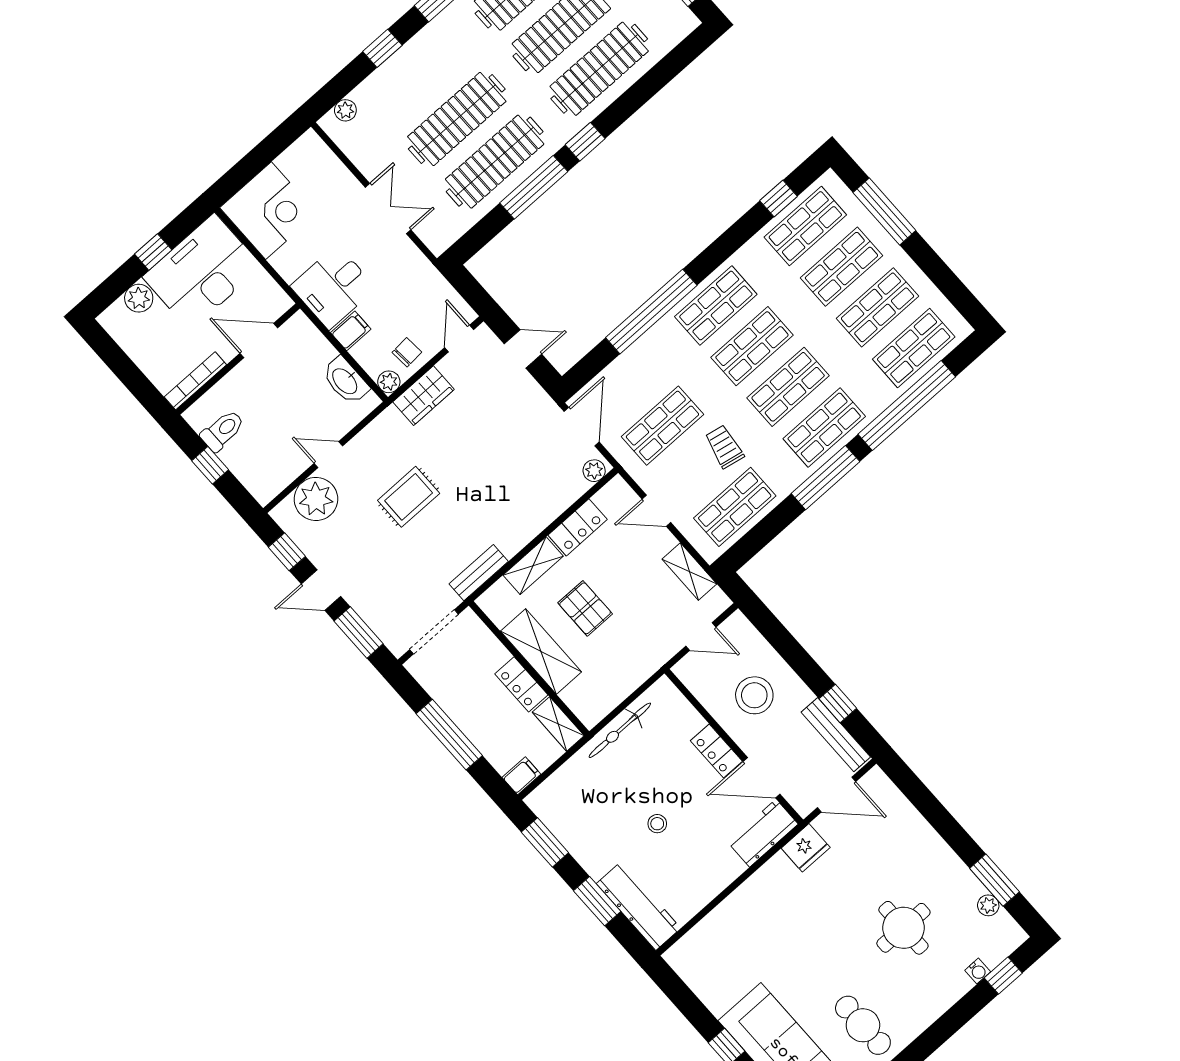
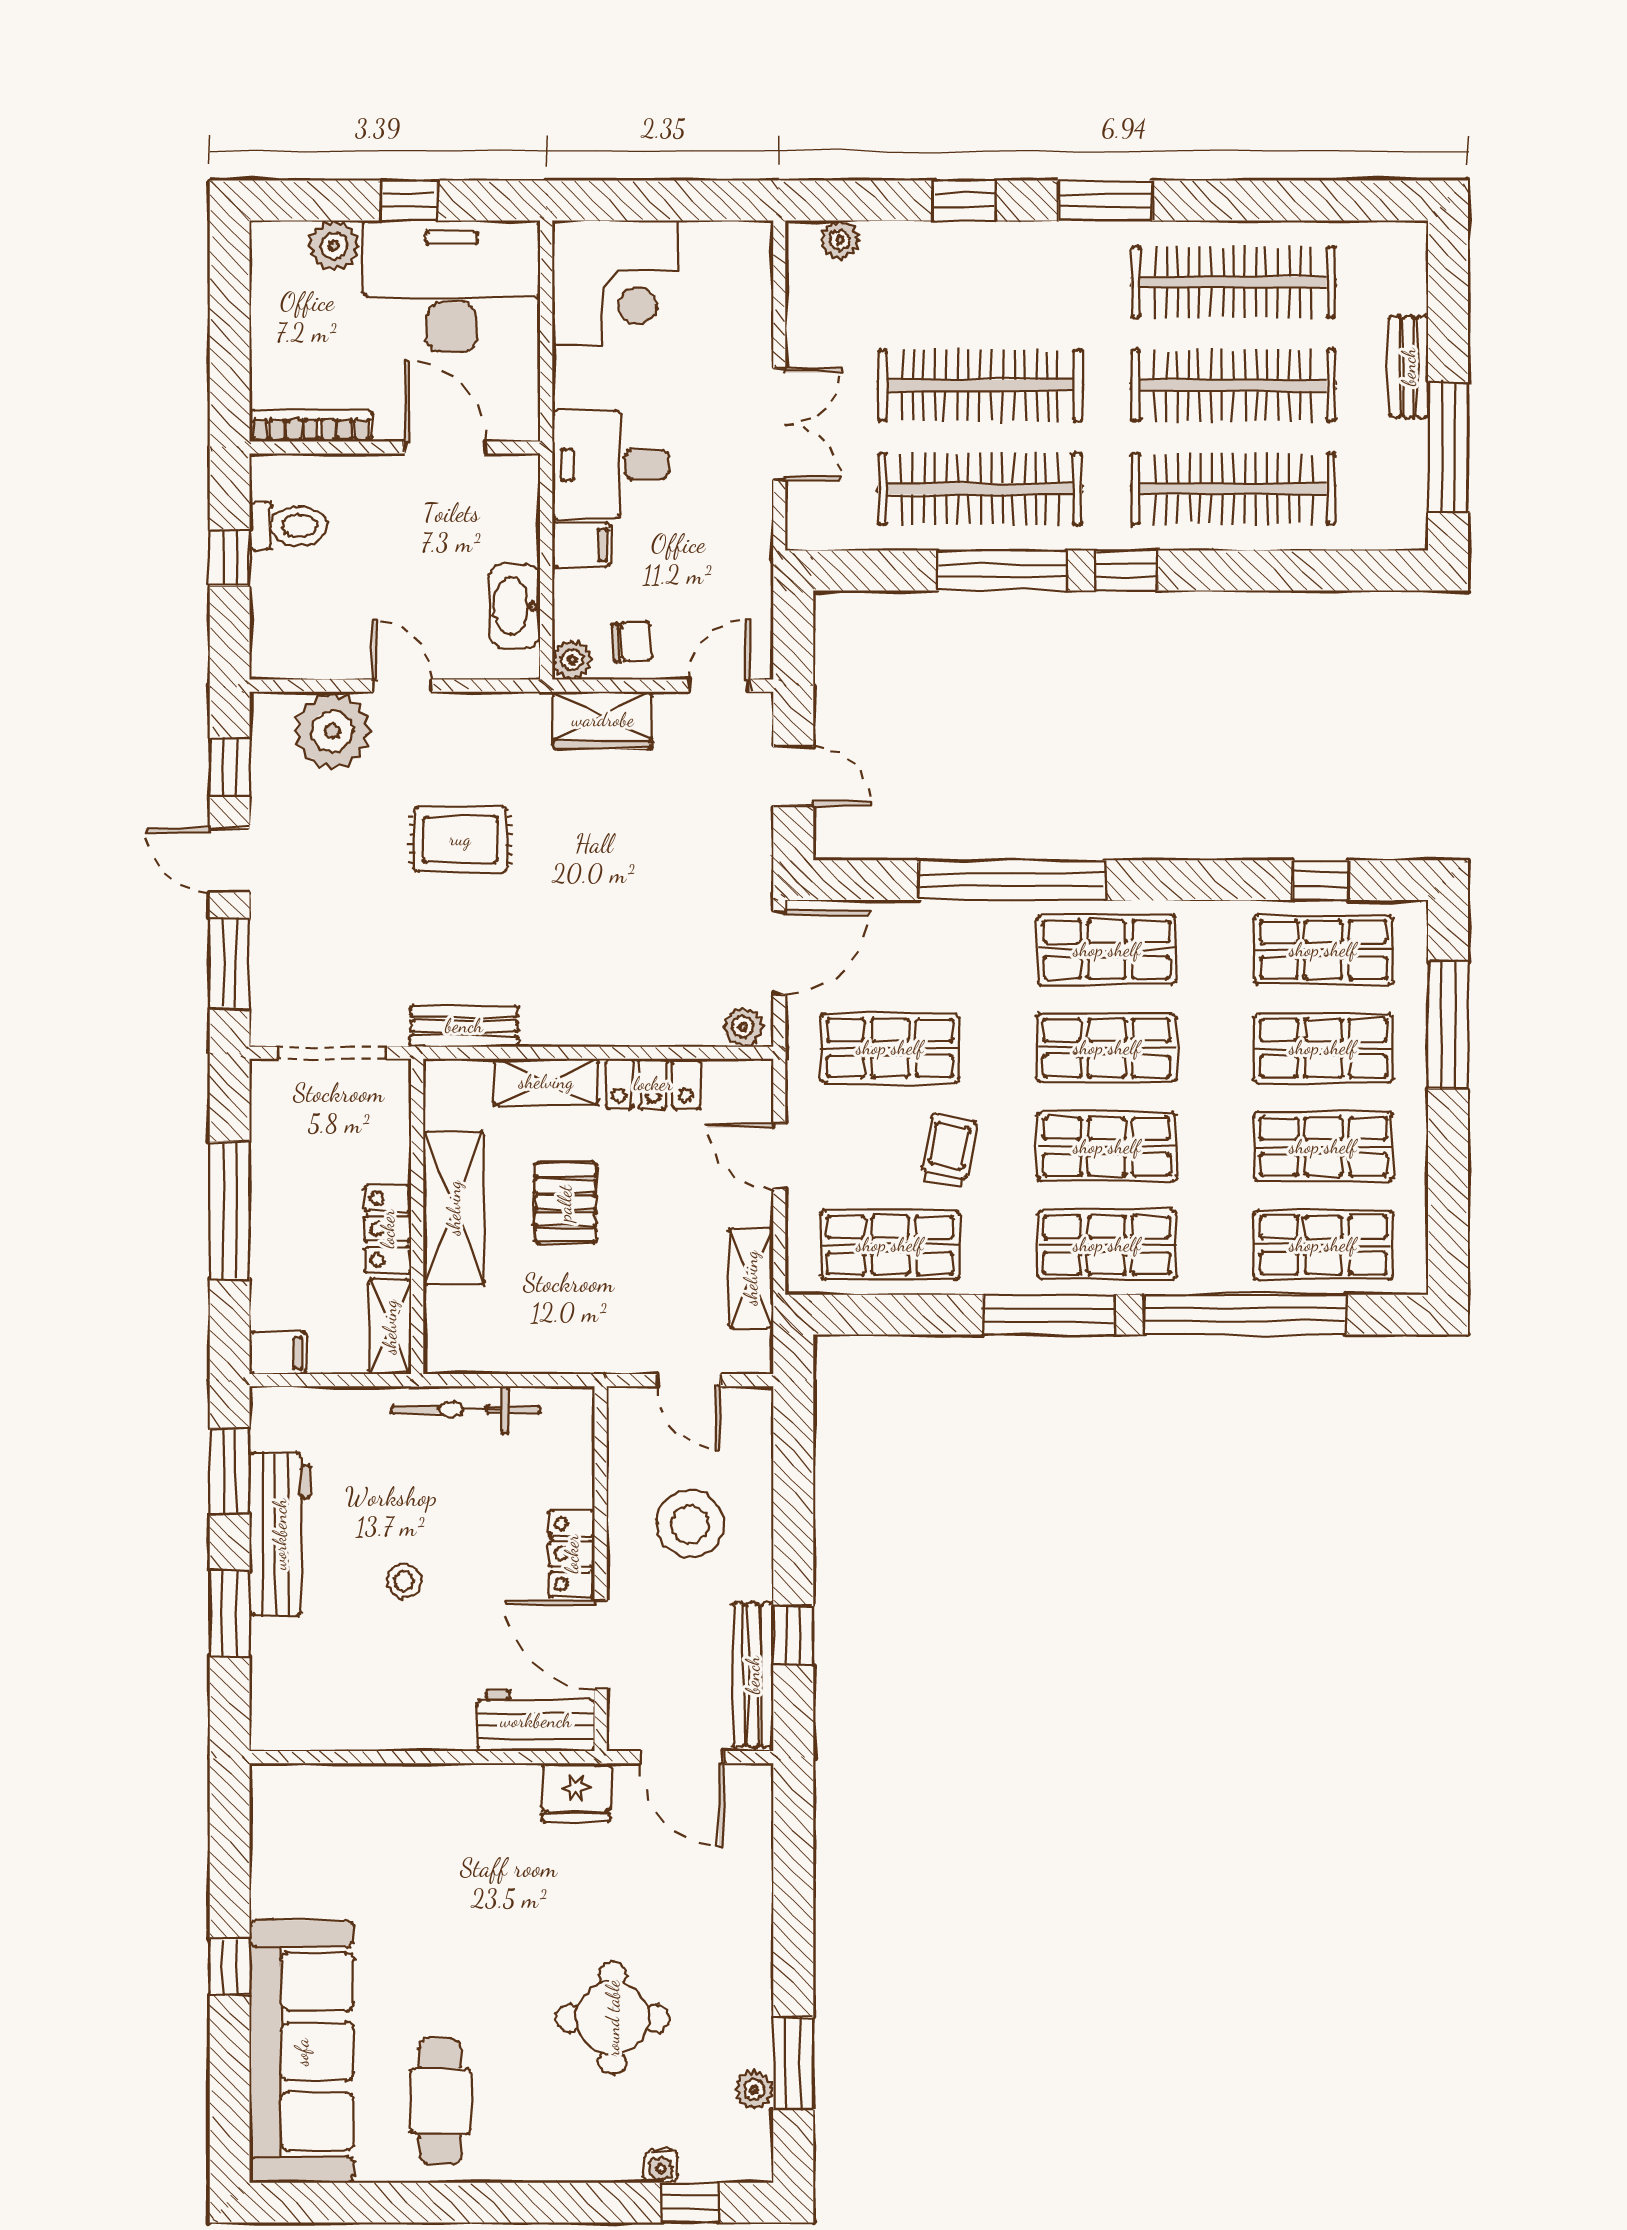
workbench: (639, 906) -> (280, 1534), moved

